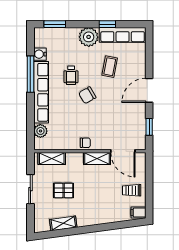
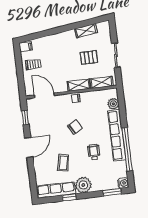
water cooler: (40, 54) -> (123, 183), moved
window: (30, 74) -> (127, 149), width x1.46
chair: (87, 95) -> (75, 127), moved
shelving: (97, 158) -> (79, 85), moved

